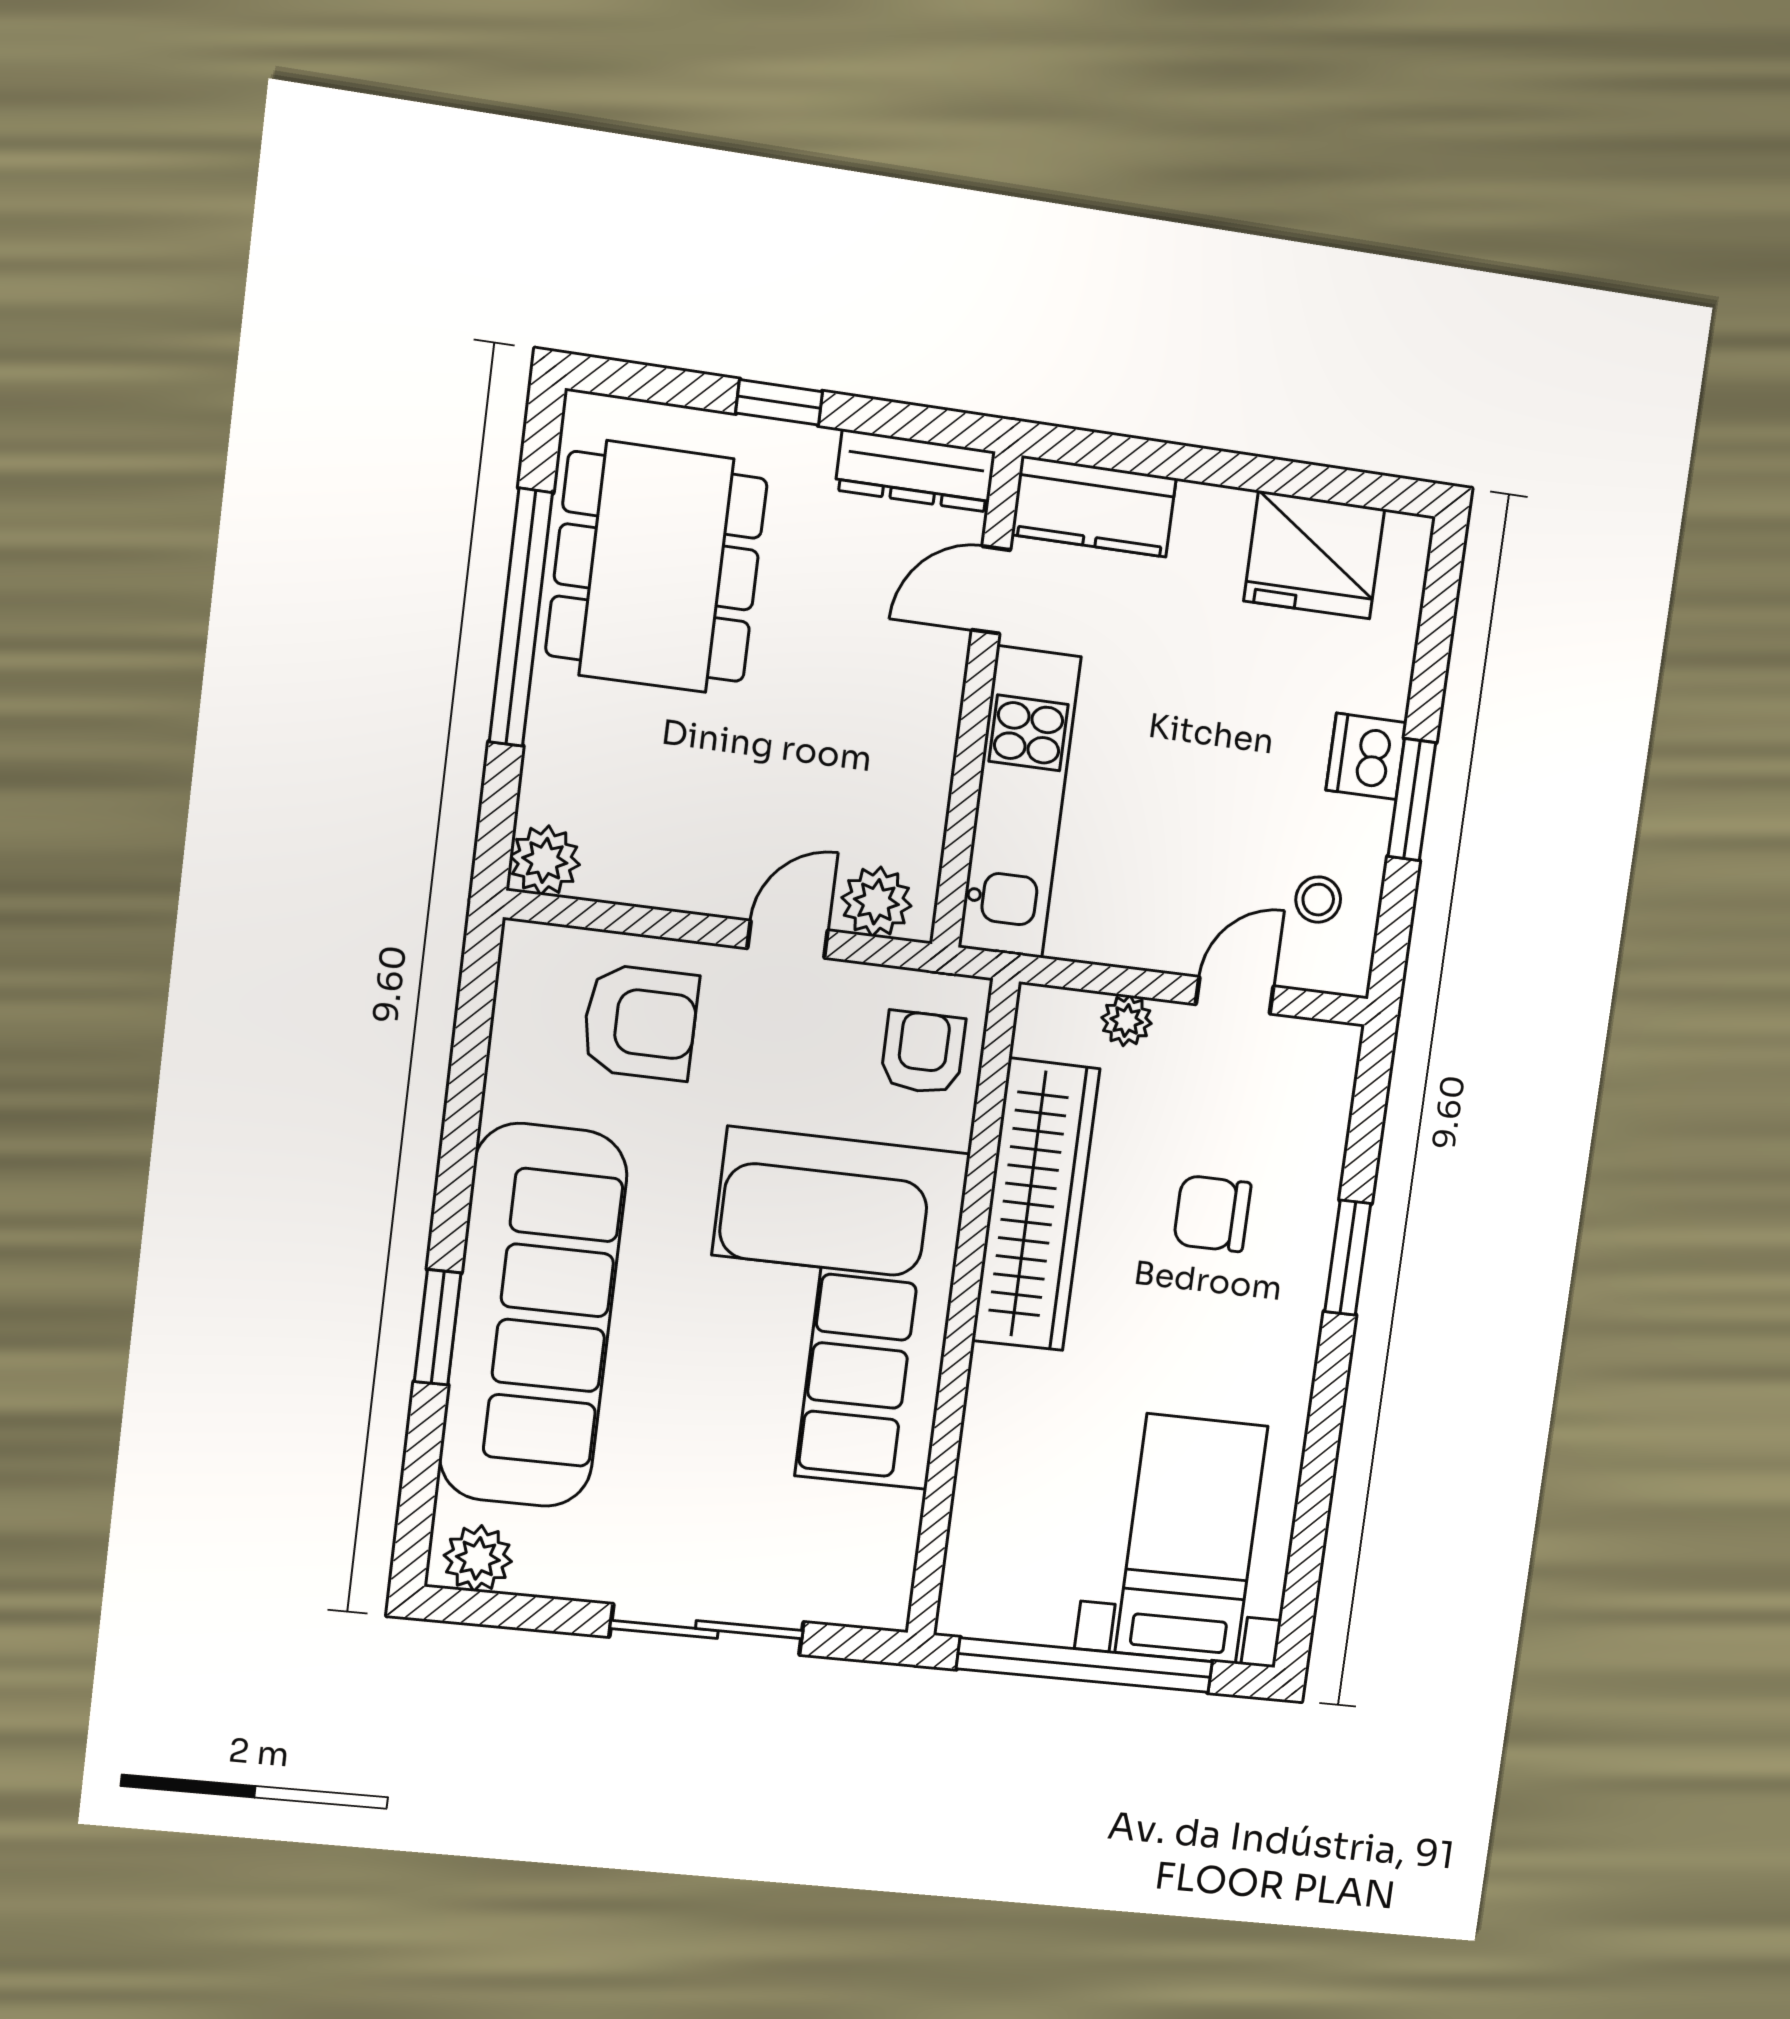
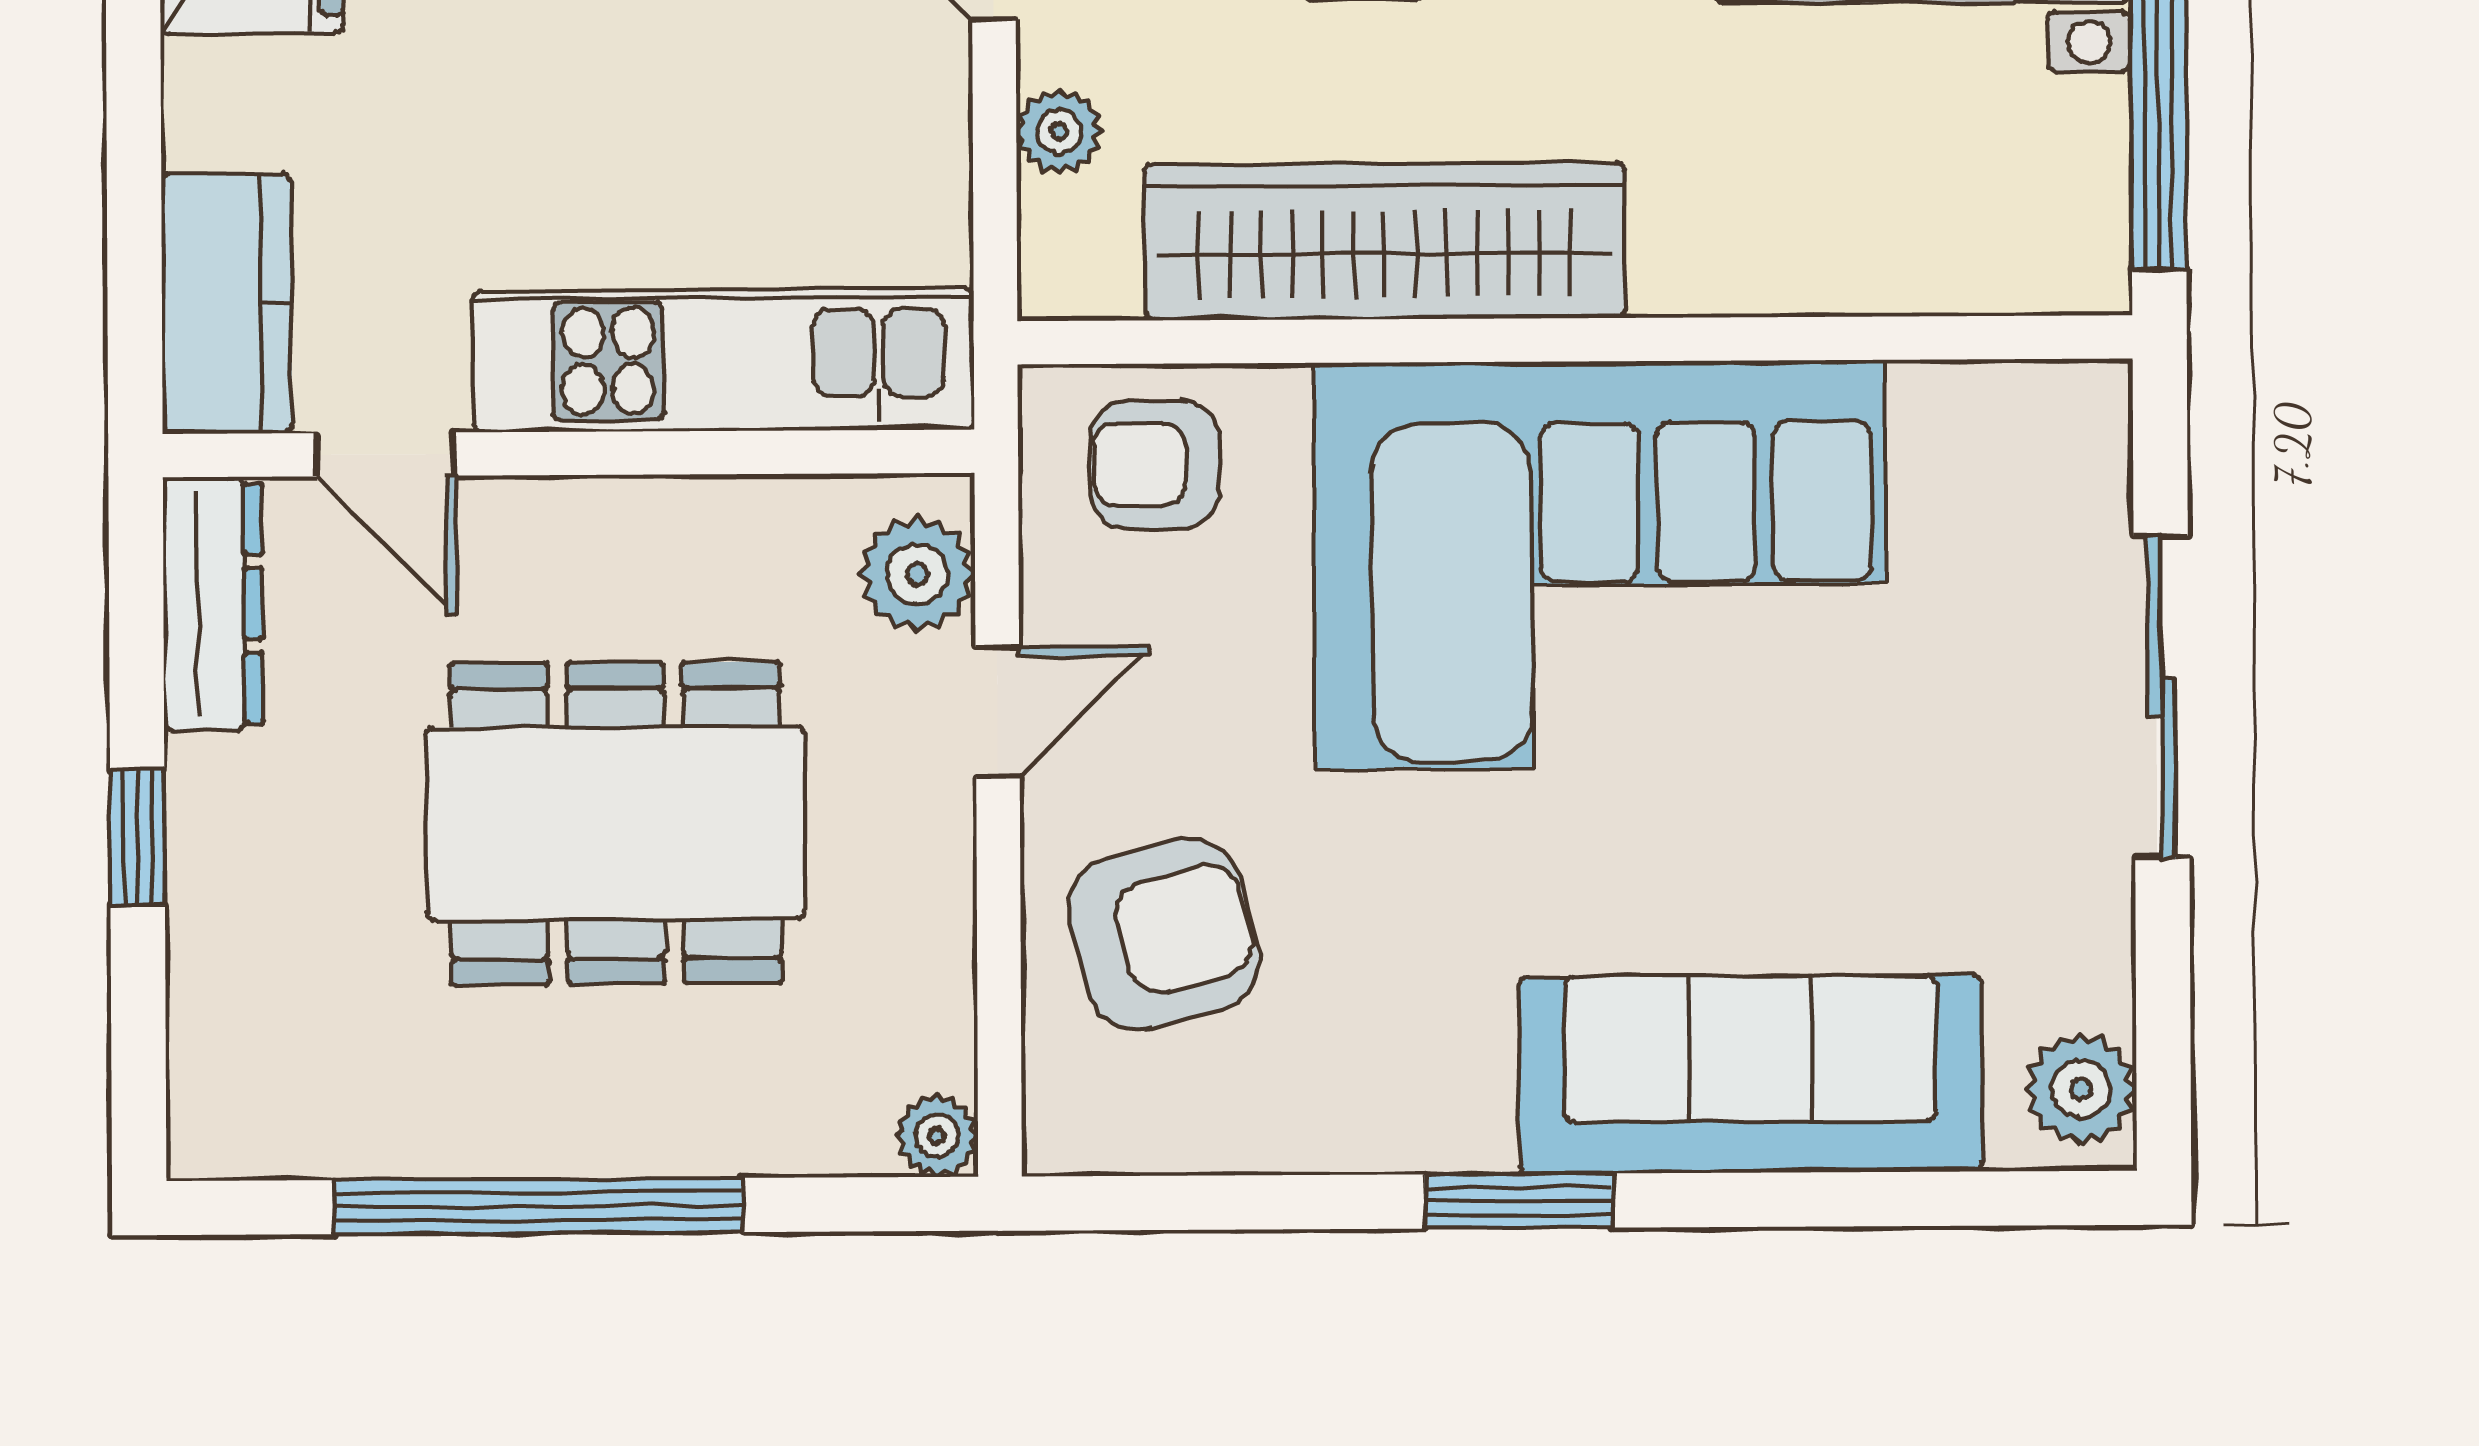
dining table: (656, 567) -> (616, 823), moved
plant: (545, 860) -> (937, 1136), width x0.73, depth x0.73
door: (788, 939) -> (998, 712), swing flipped
armchair: (640, 1022) -> (1164, 934), turned 75
sofa: (533, 1316) -> (1750, 1074), width x0.74, depth x0.79
window: (438, 1327) -> (1519, 1201), moved

